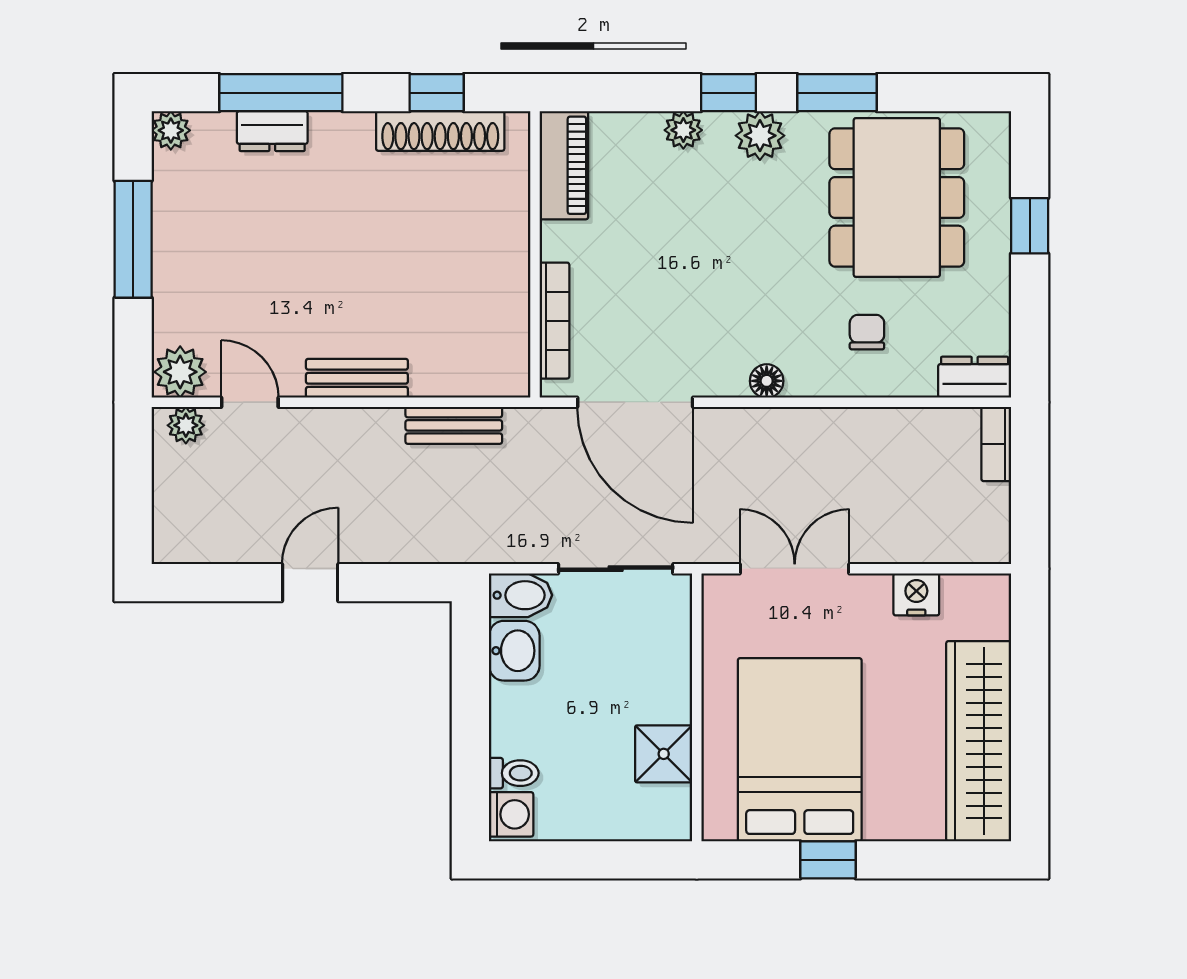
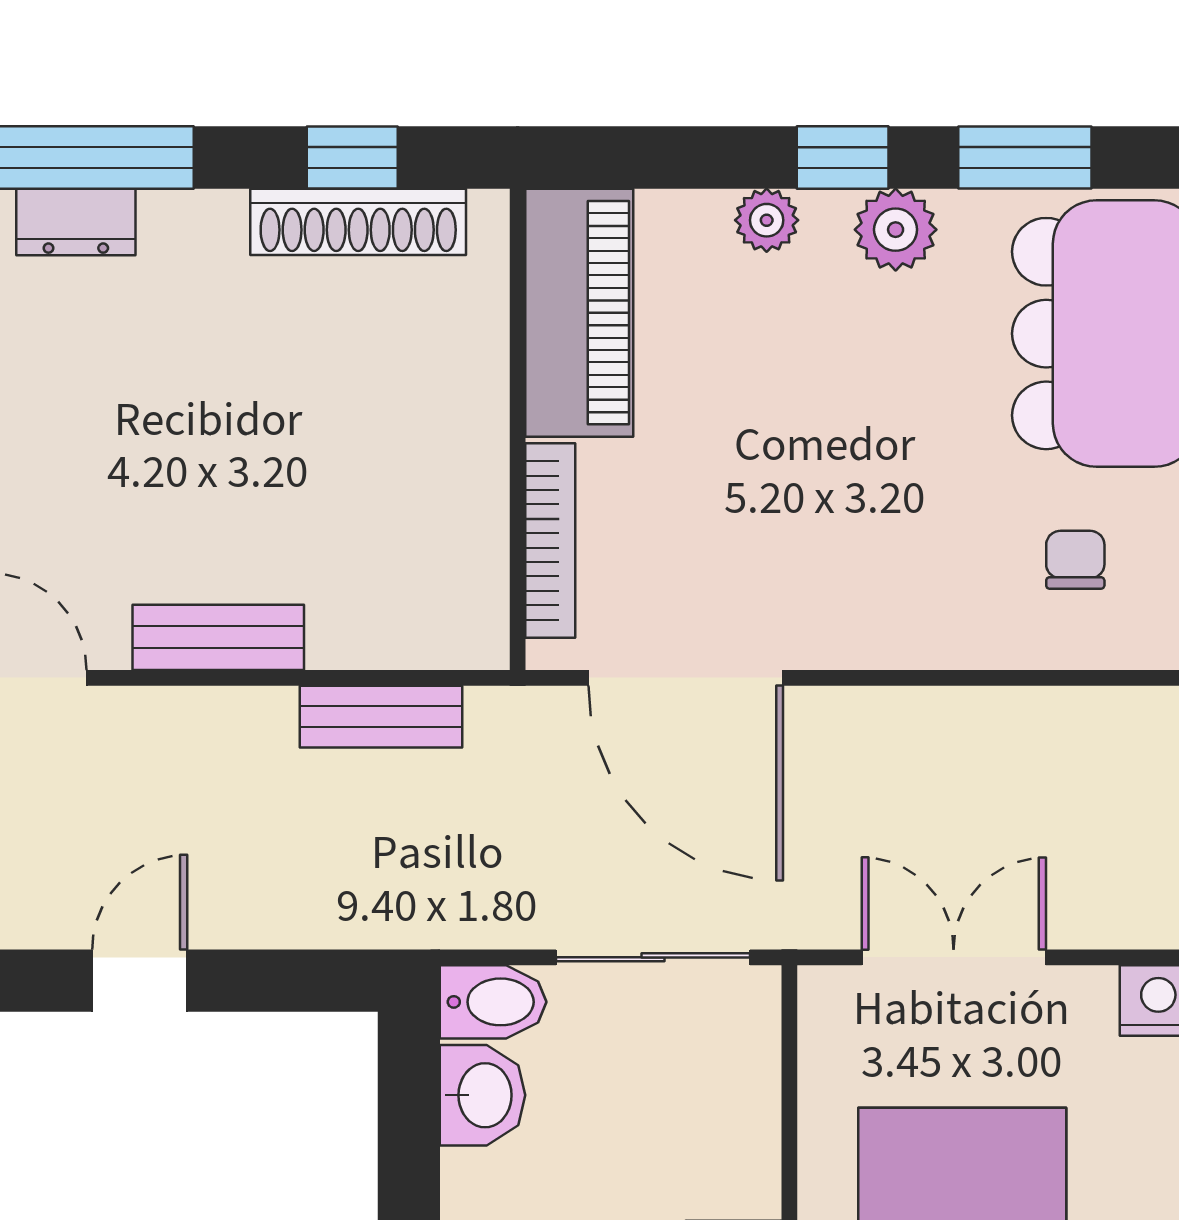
piano: (564, 165) -> (579, 313), width x1.37, depth x1.33
floor lamp: (767, 381) -> (907, 642), removed

